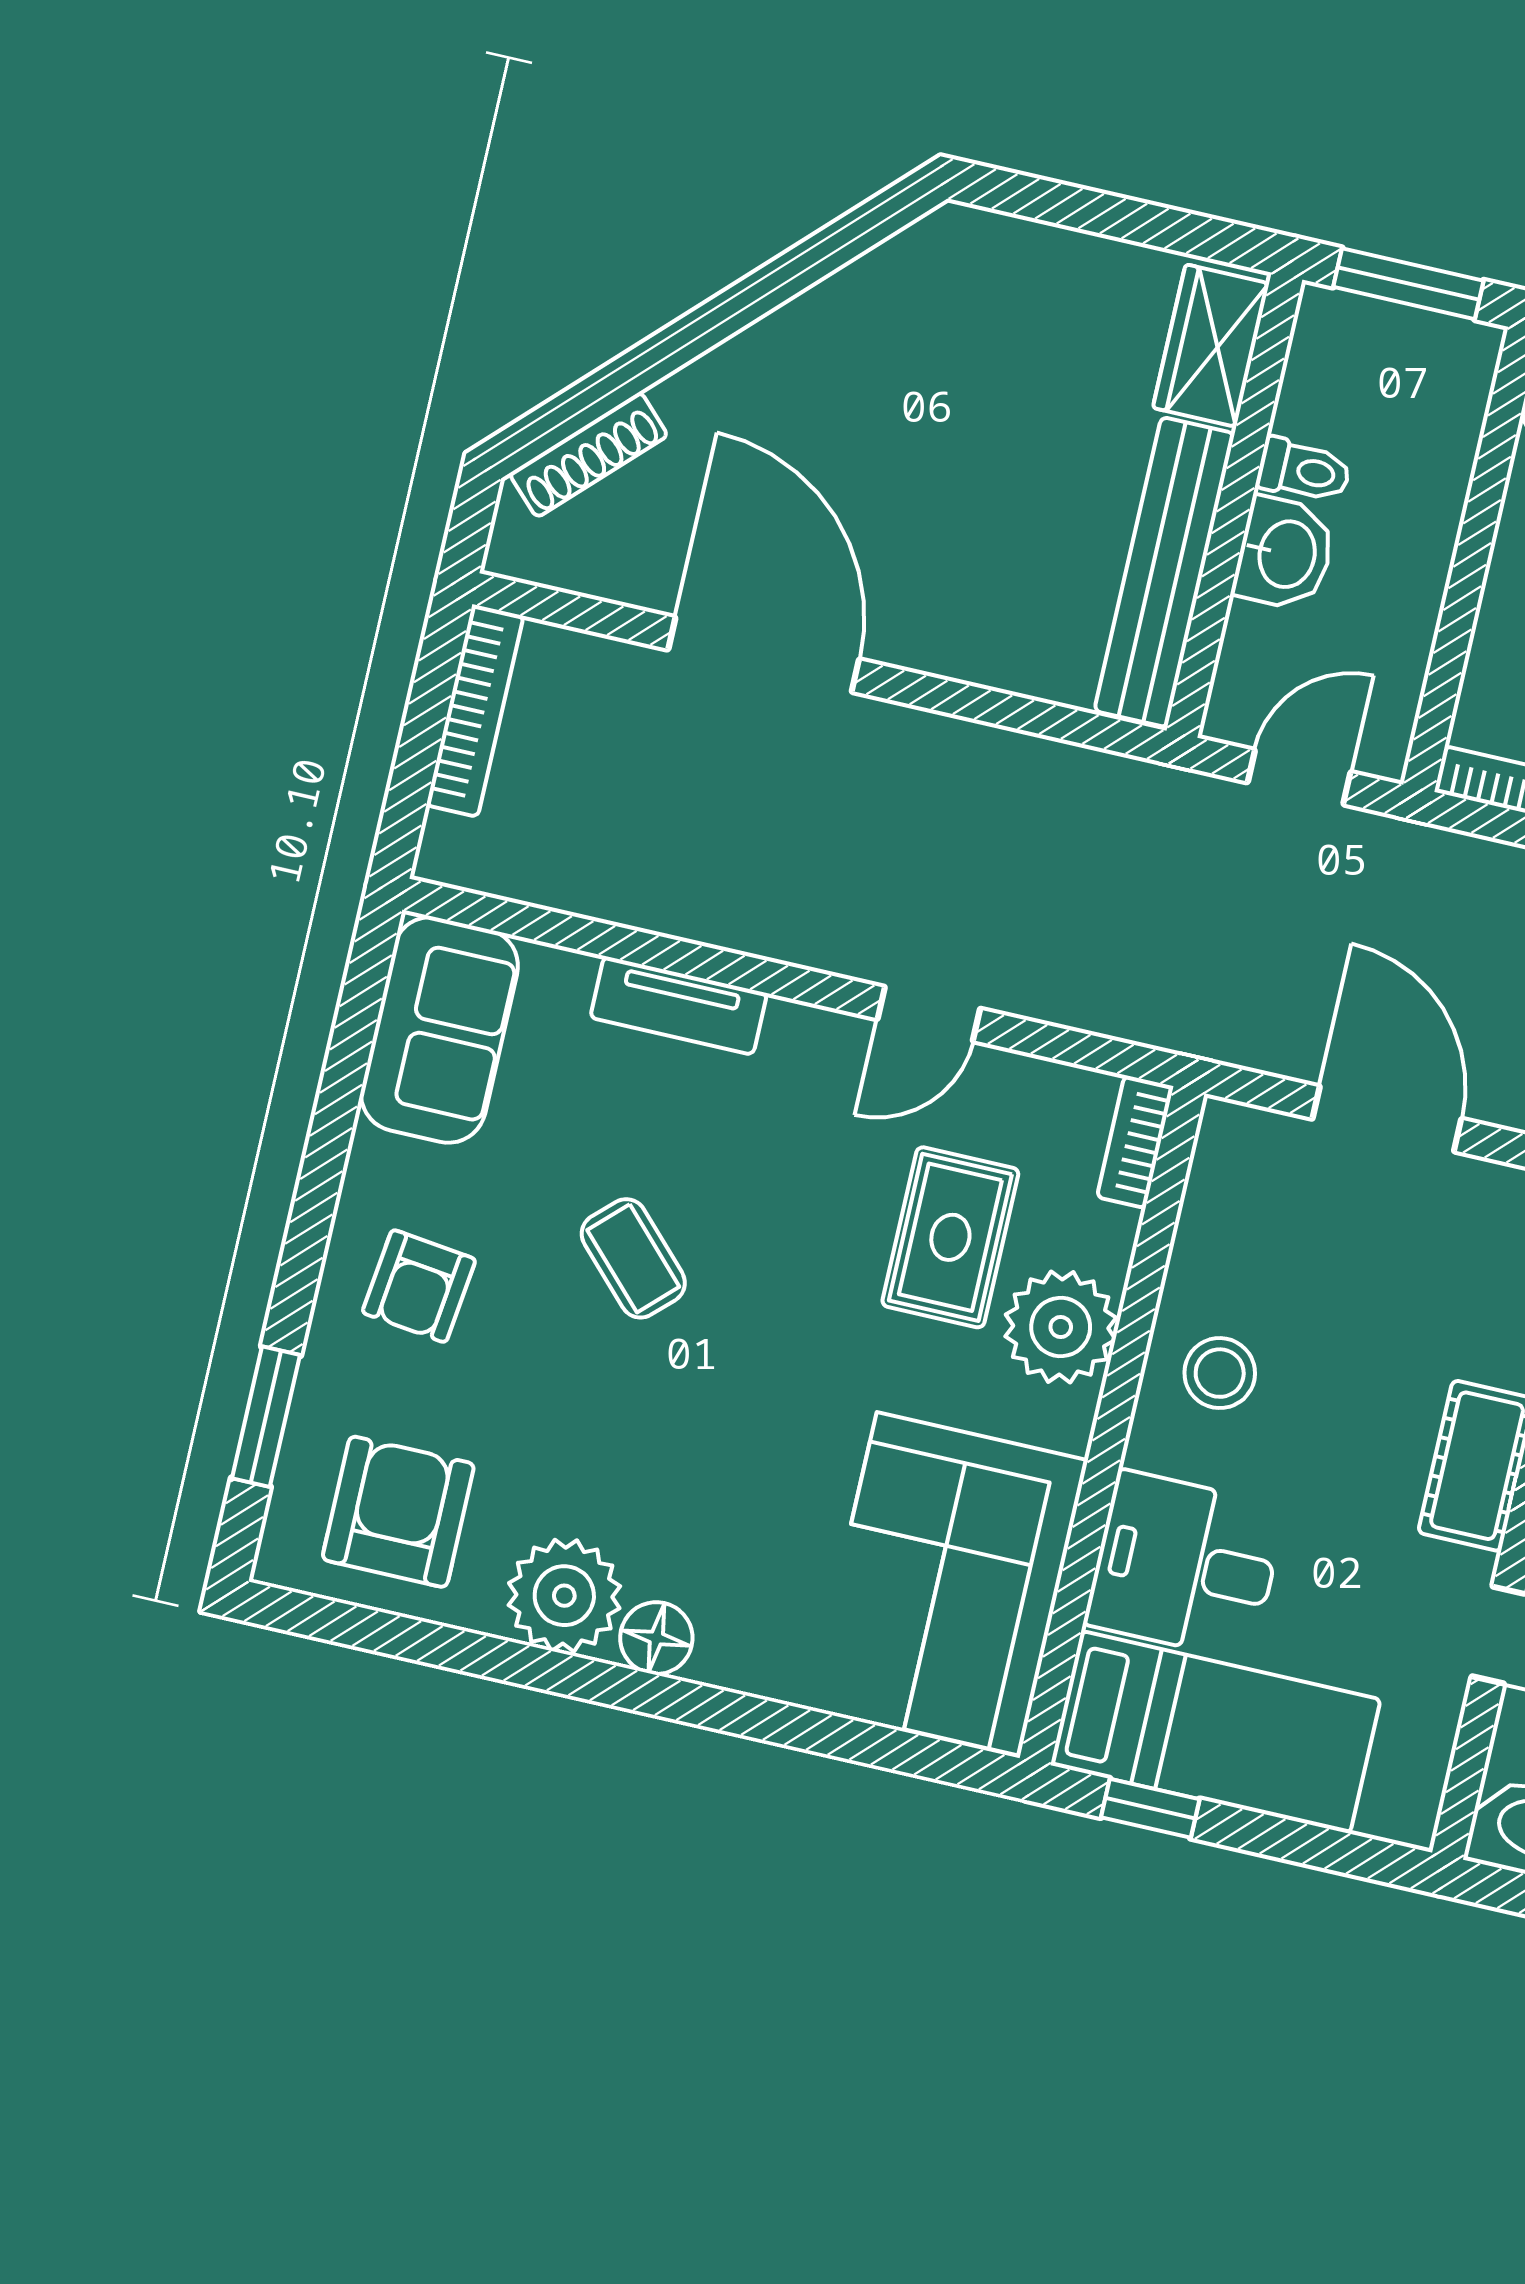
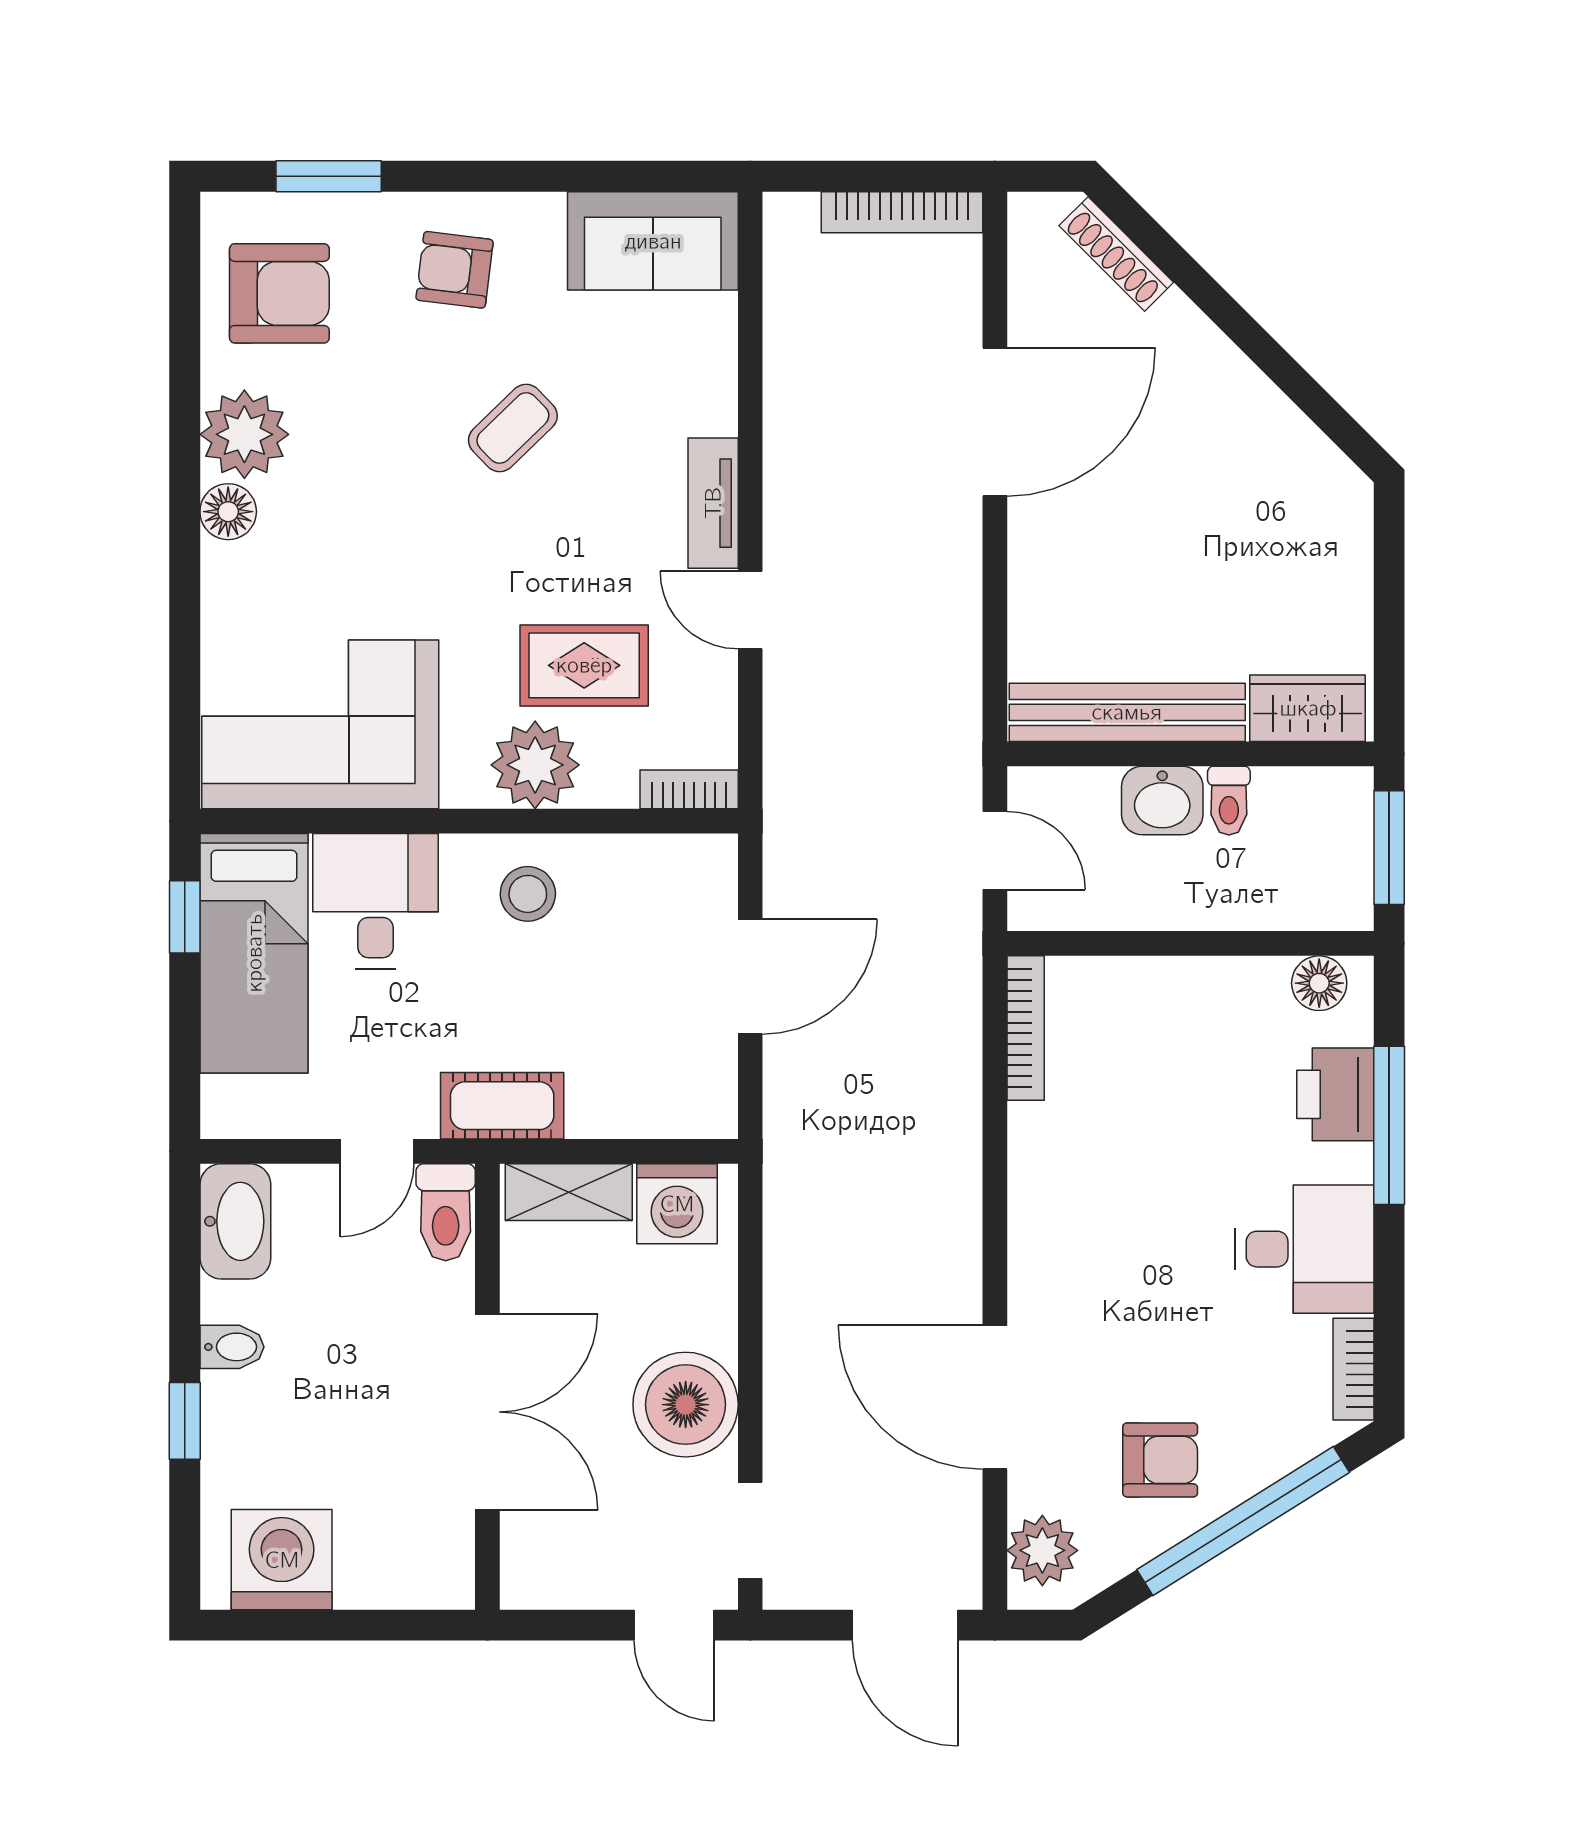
tv unit: (679, 1005) -> (713, 503), moved

